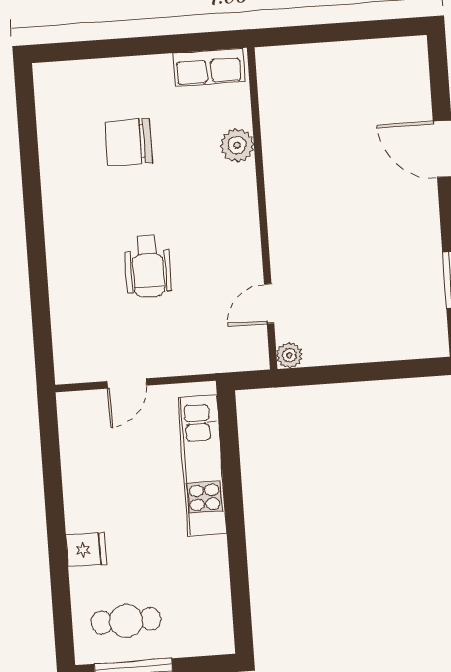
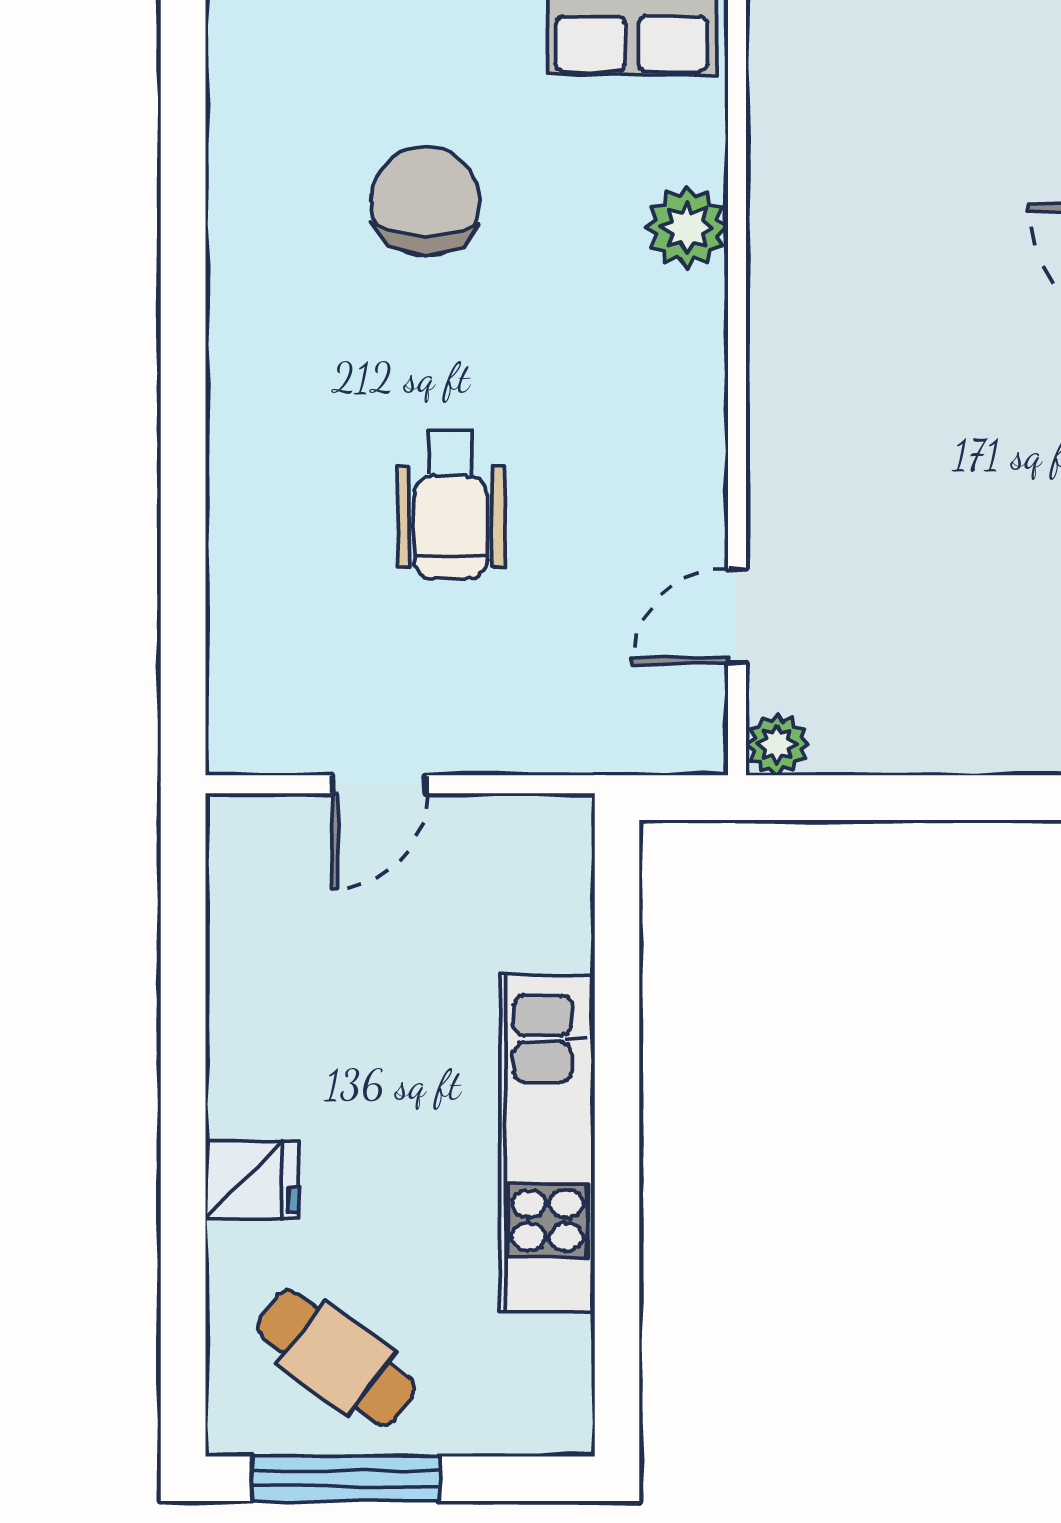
chair: (129, 142) -> (426, 201), turned 90
kitchen unit: (202, 465) -> (547, 1143), moved
cafe table: (126, 621) -> (336, 1358), turned 37

